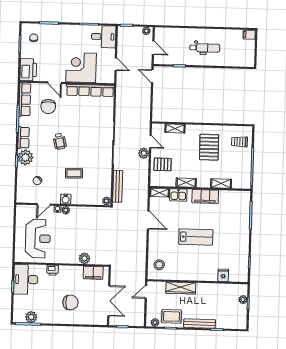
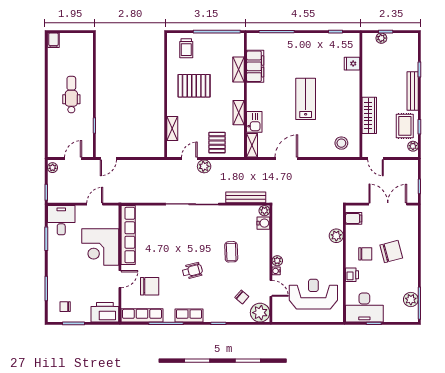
plant: (25, 157) -> (260, 313), moved
filing cabinet: (205, 196) -> (255, 66), moved
water cooler: (66, 199) -> (263, 223), moved
filing cabinet: (93, 273) -> (354, 218), width x0.50
chair: (69, 281) -> (365, 254), added
chair: (70, 302) -> (391, 251), turned 75

